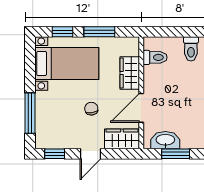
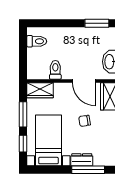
toilet: (155, 57) -> (55, 70), moved
wardrobe: (130, 73) -> (40, 90), moved
dresser: (42, 105) -> (82, 160), added

